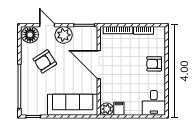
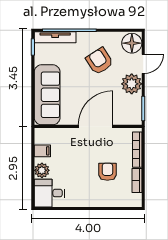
armchair: (154, 64) -> (107, 172), moved
tv unit: (25, 98) -> (55, 37), added
plant: (107, 109) -> (42, 170), moved

